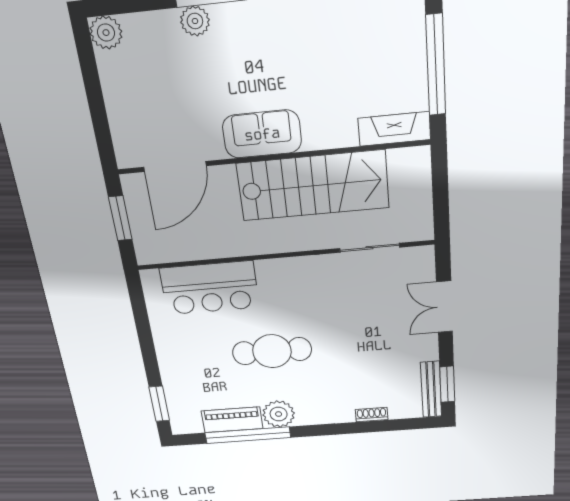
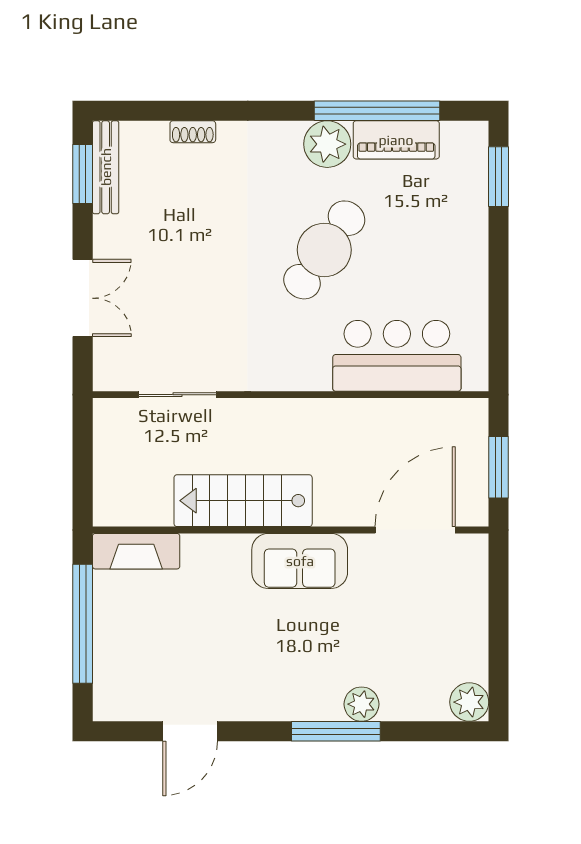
stairs: (313, 186) -> (243, 501), width x0.73, depth x0.66
cafe table: (272, 351) -> (324, 250), turned -55

